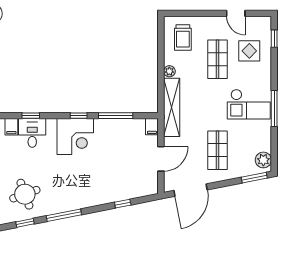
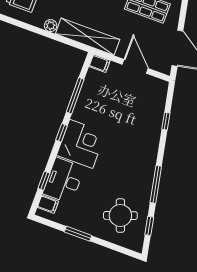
desk: (32, 133) -> (64, 181), width x1.37

